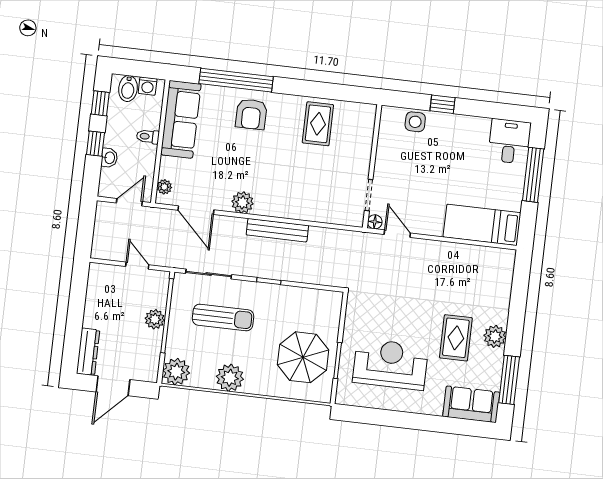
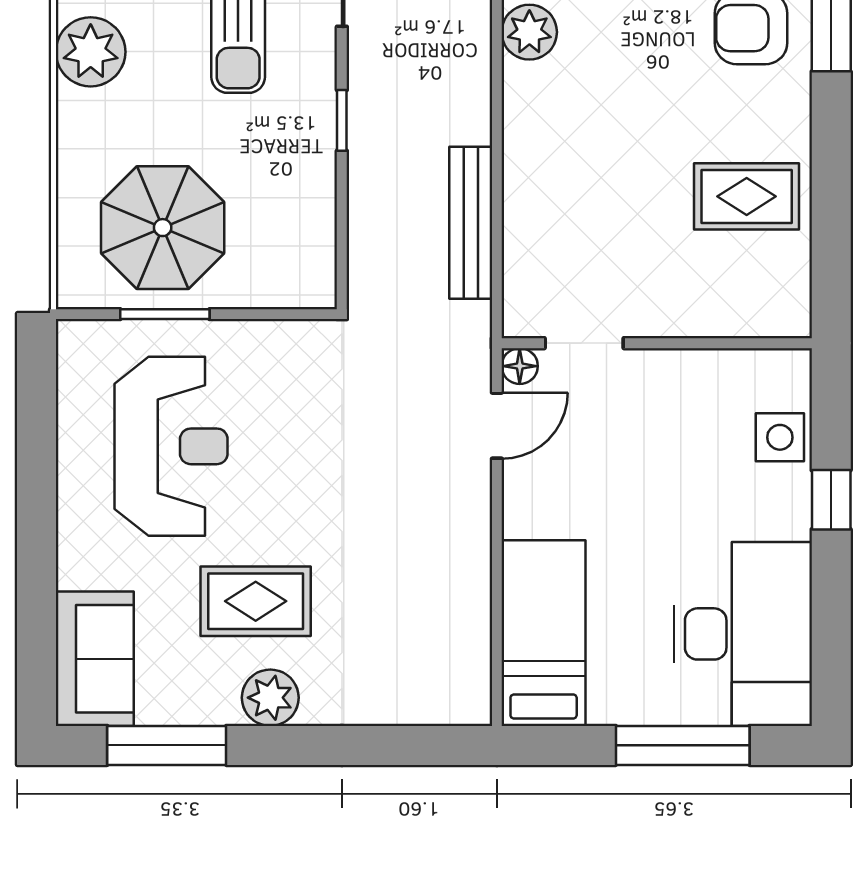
desk: (509, 141) -> (743, 634), width x1.87, depth x1.30
bench: (277, 230) -> (471, 223), moved

